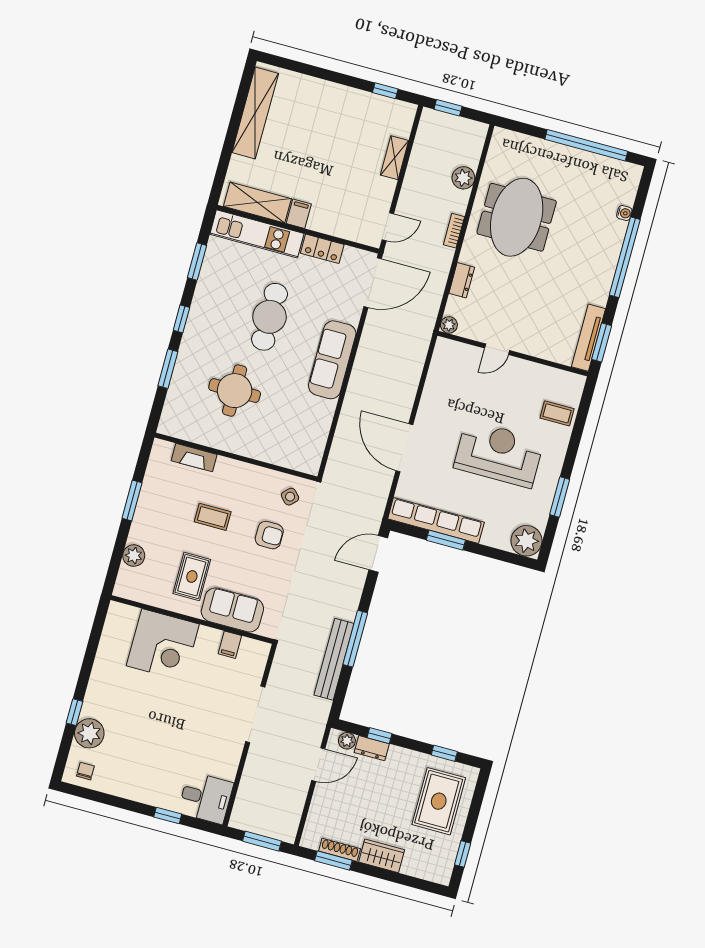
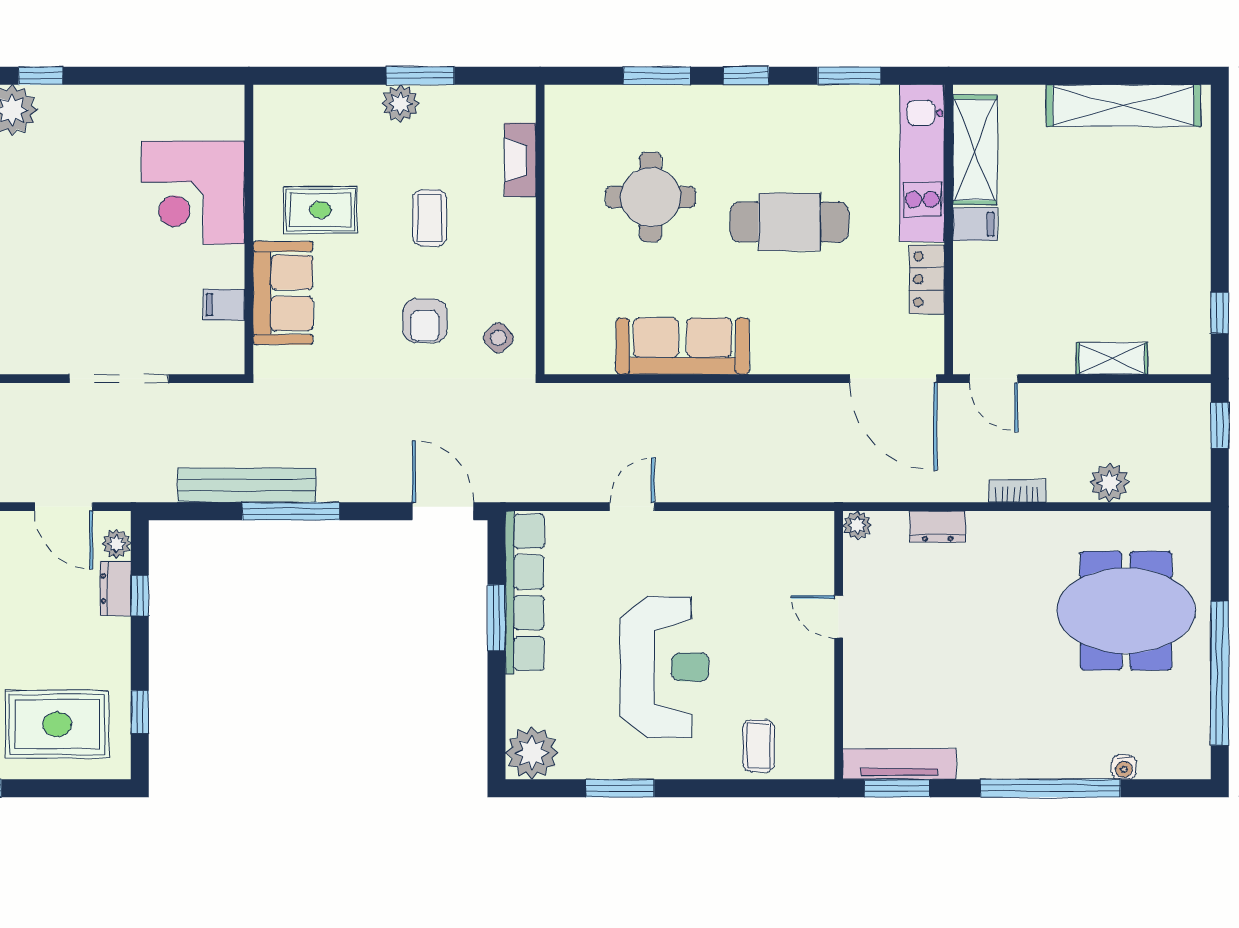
meeting table: (517, 217) -> (1126, 611), moved
sofa: (332, 360) -> (683, 346), moved
door: (404, 448) -> (632, 507), width x0.53
plant: (134, 556) -> (400, 103), moved

